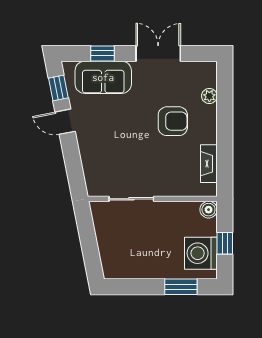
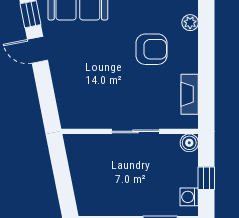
sliding door: (131, 199) -> (136, 131), moved
washing machine: (201, 253) -> (189, 197), width x0.53, depth x0.53

